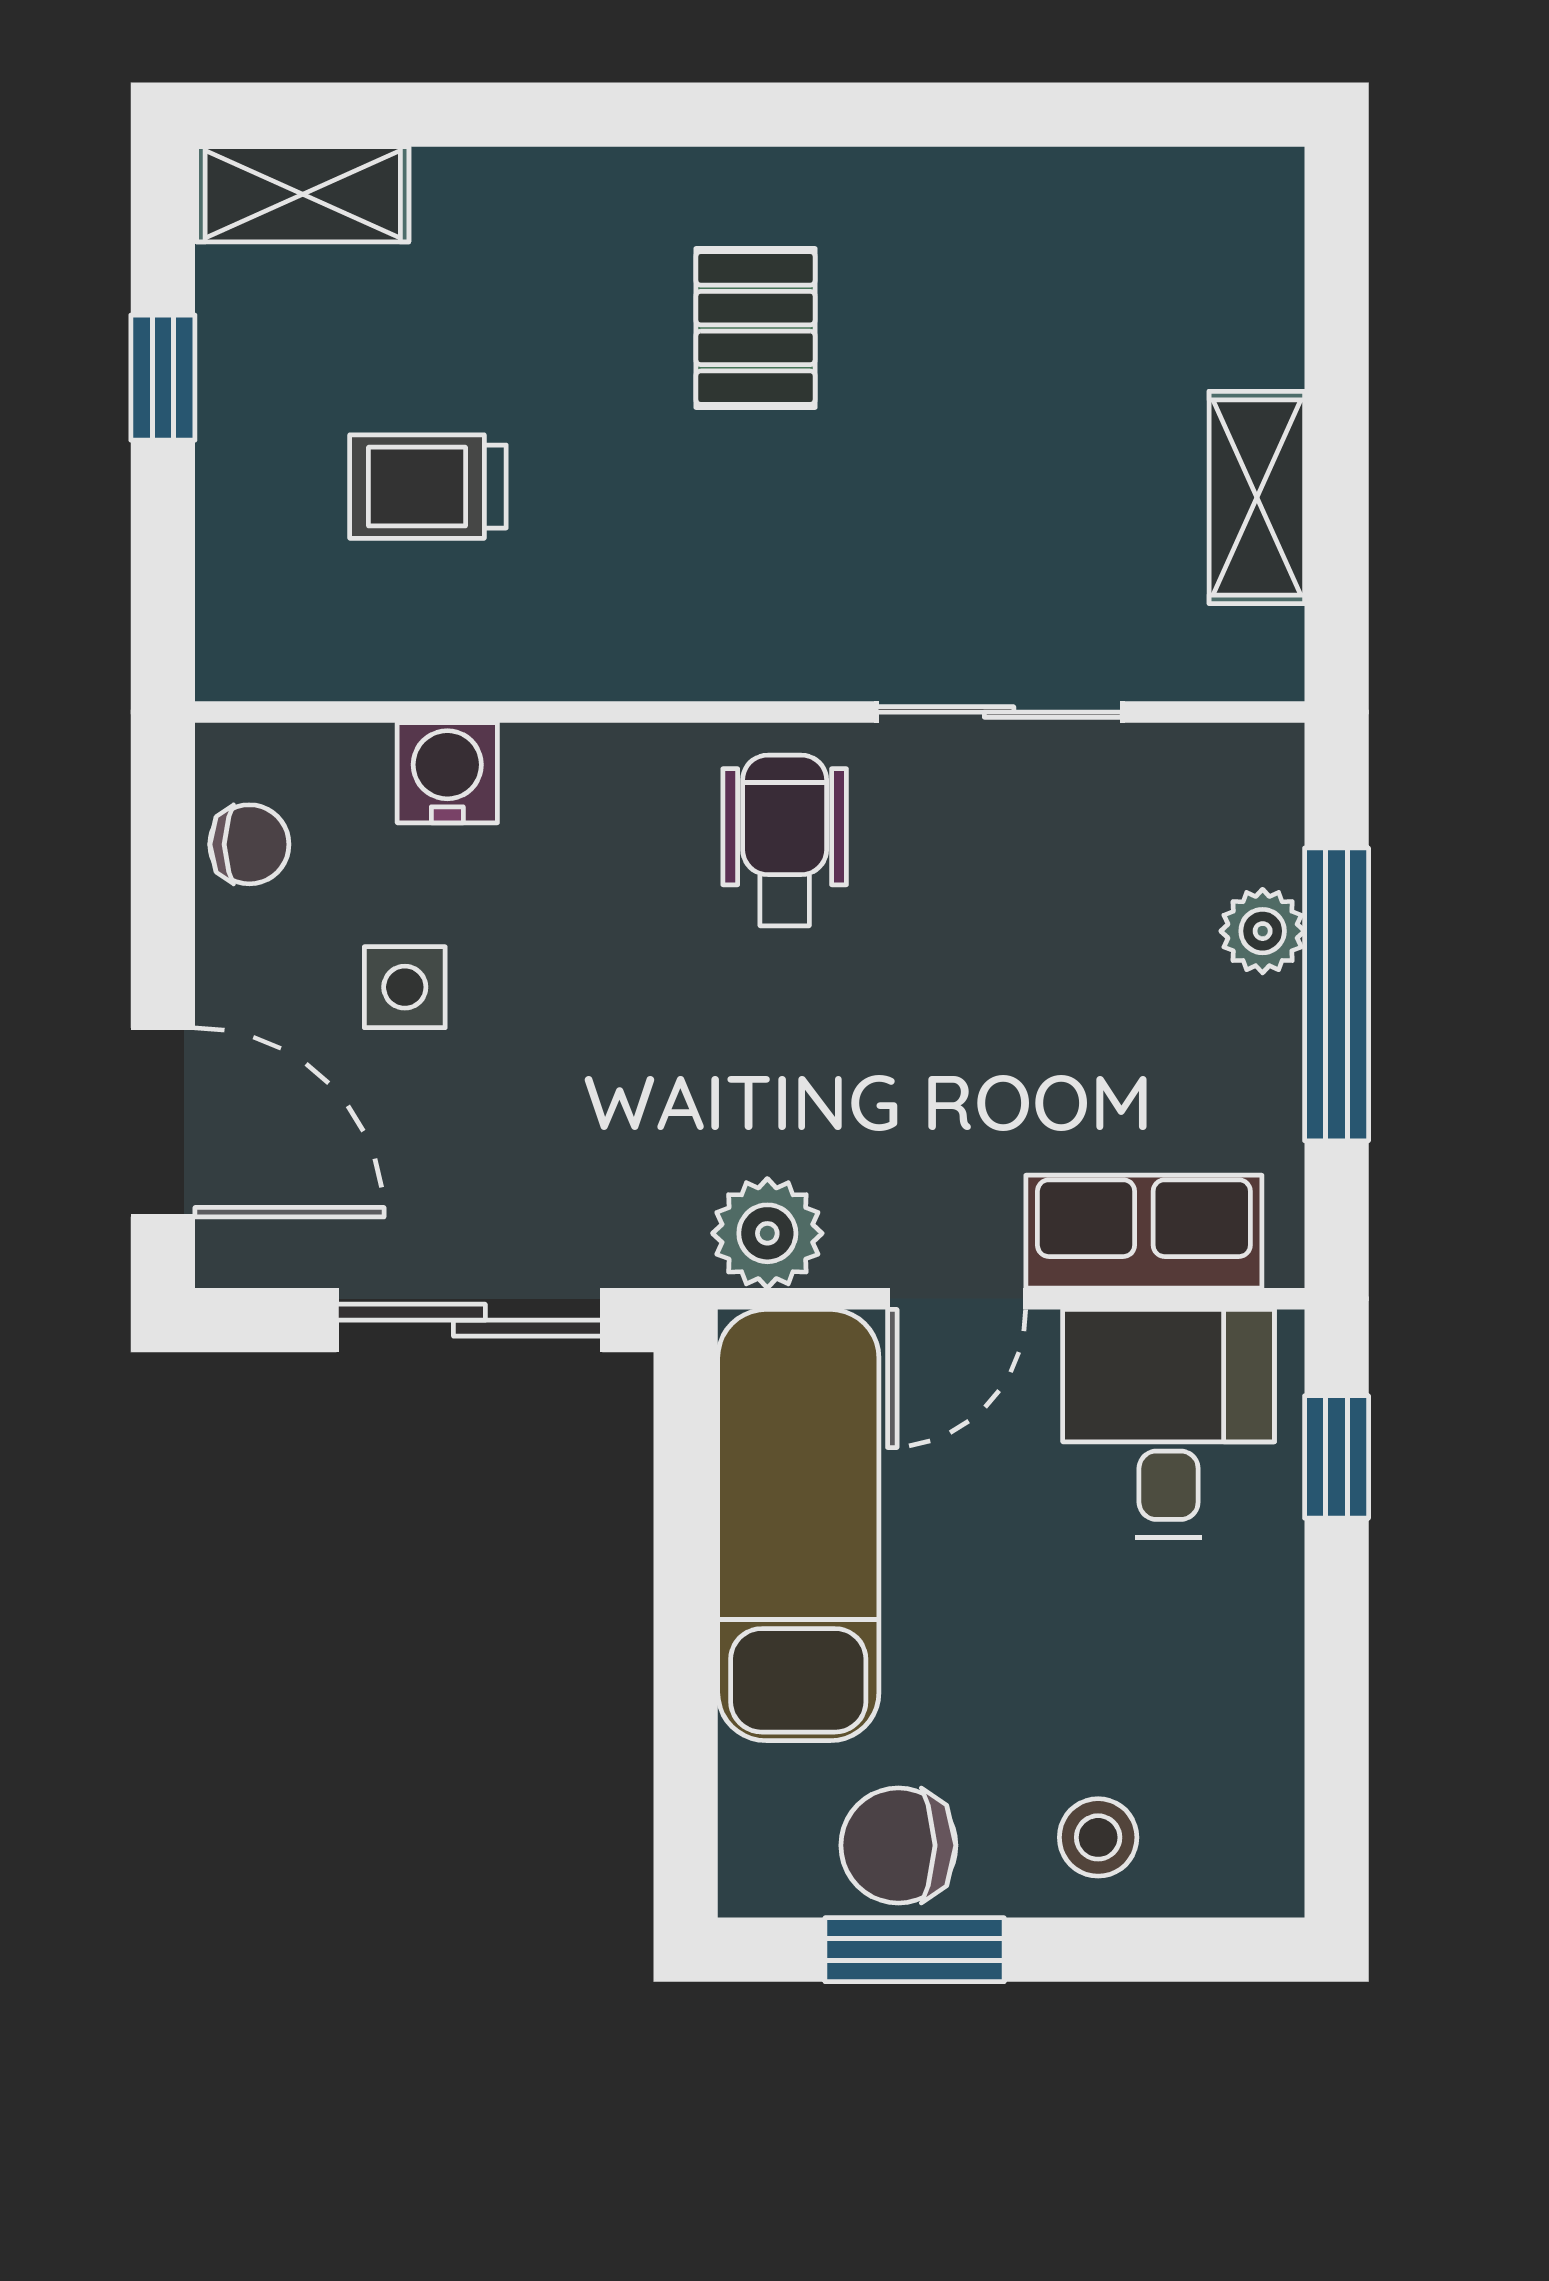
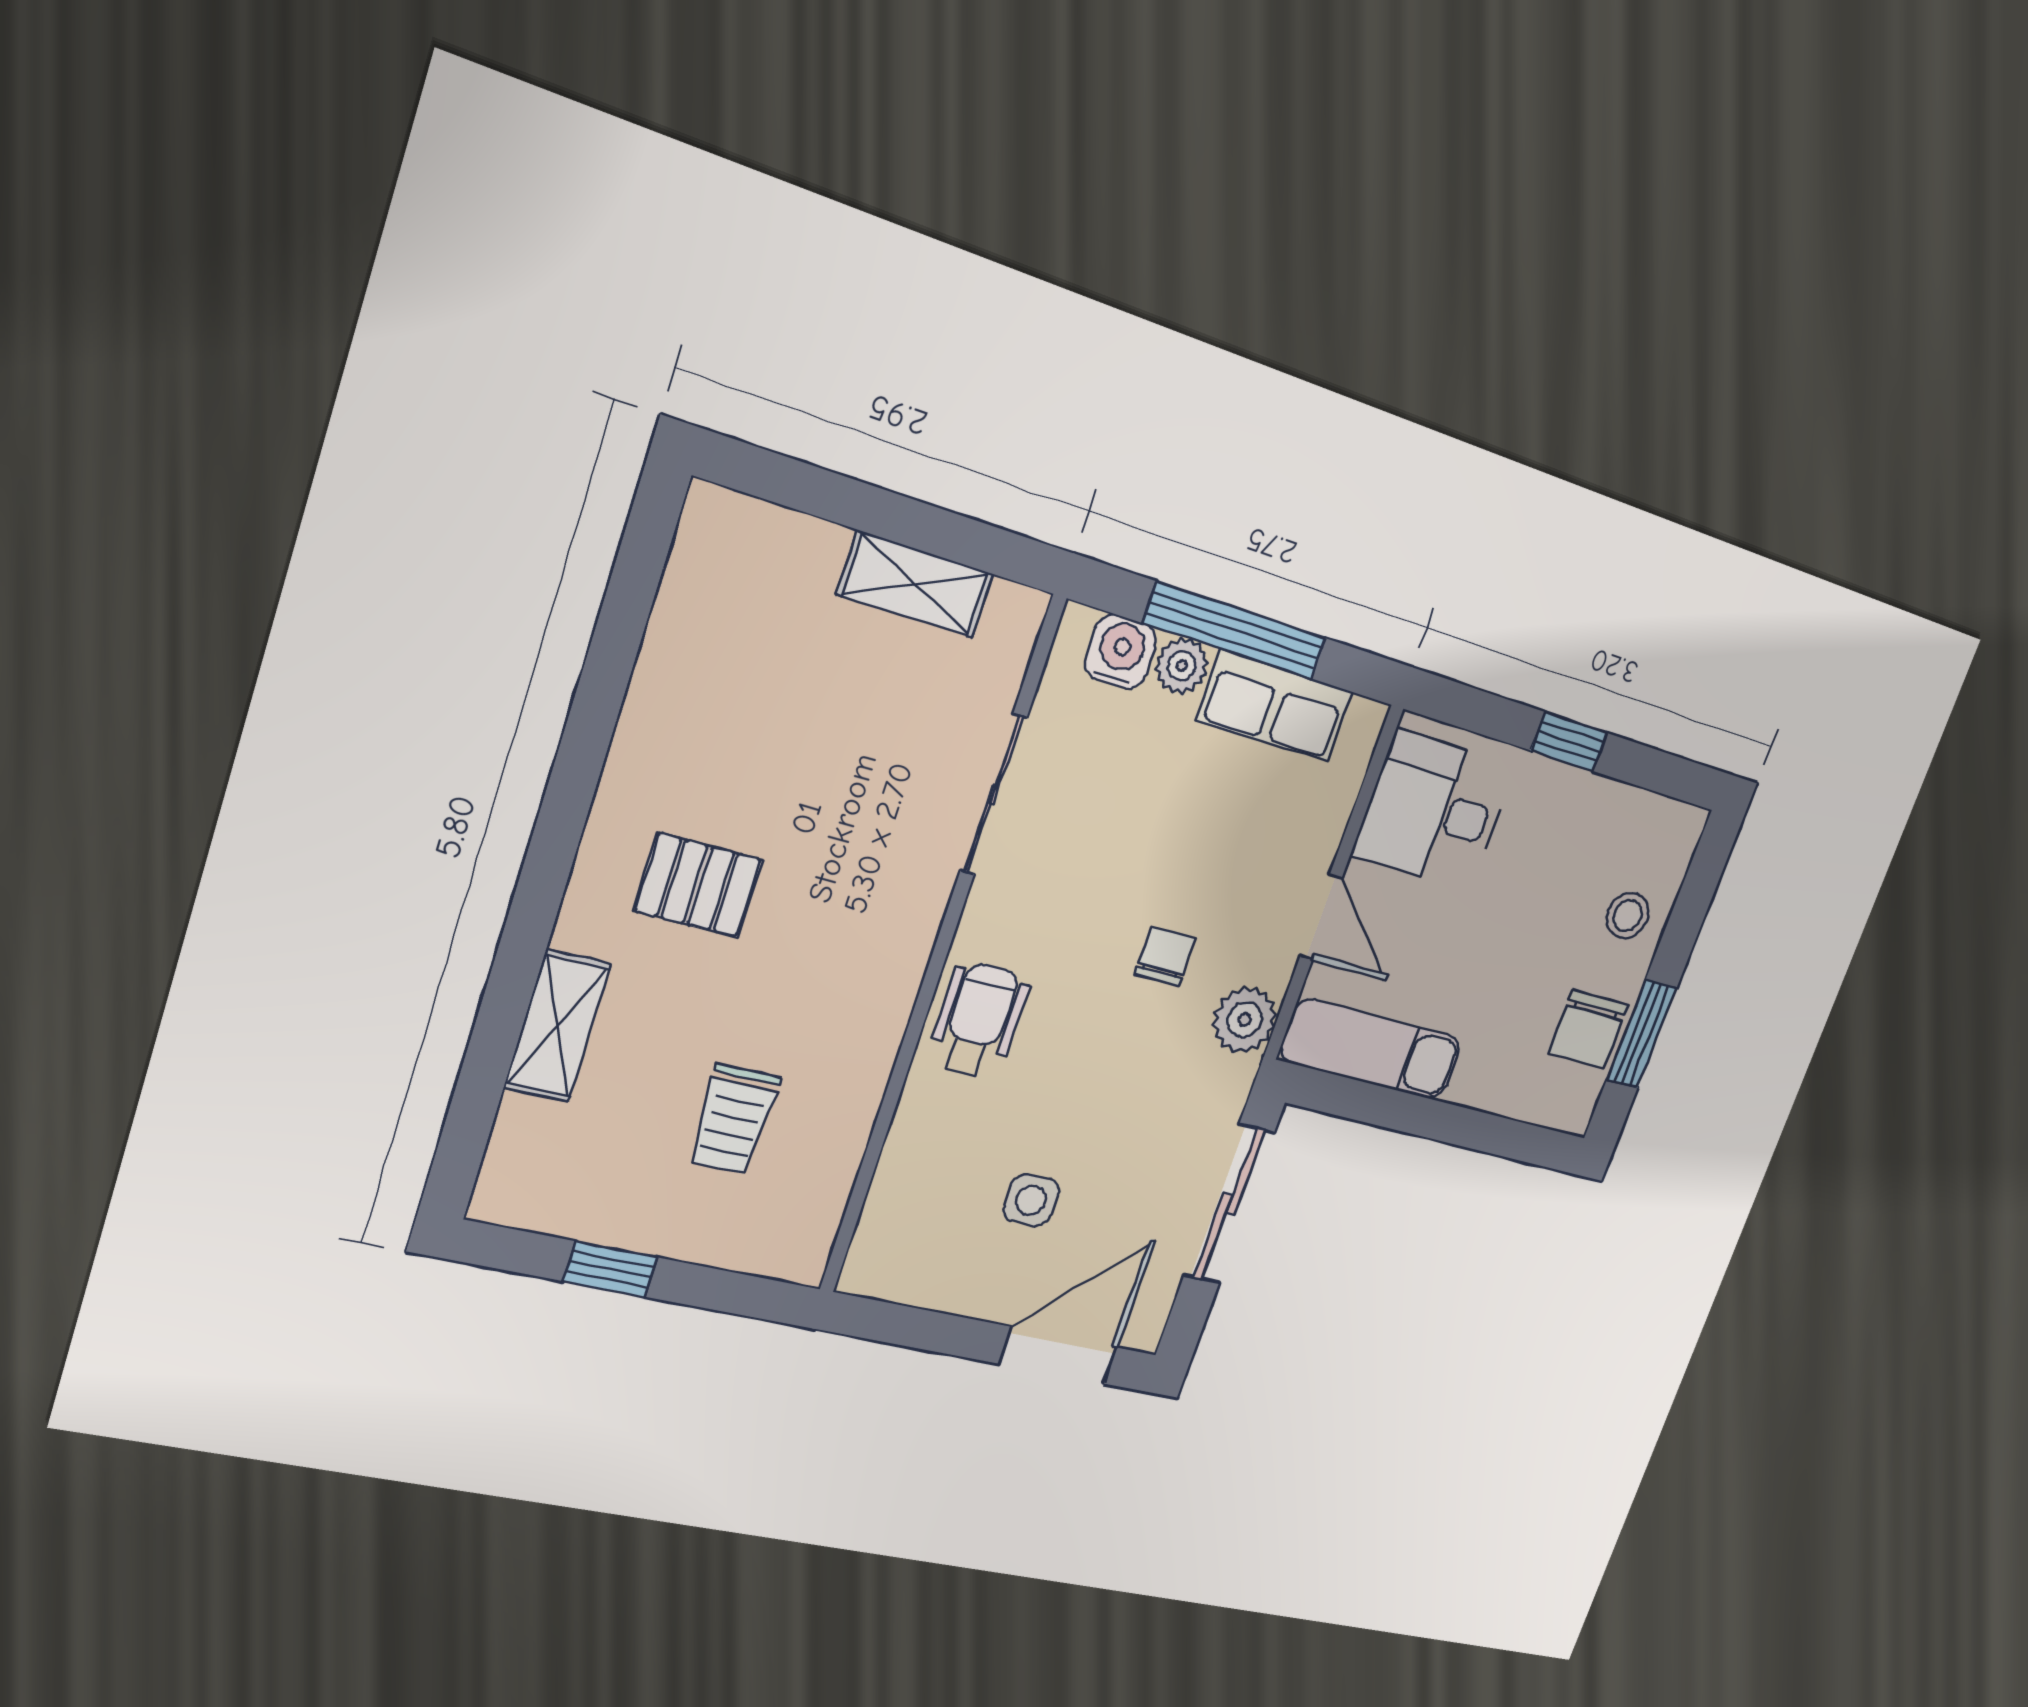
shelving: (303, 194) -> (557, 1026), moved
water cooler: (447, 773) -> (1121, 652), moved, turned 90
wheelchair: (785, 840) -> (978, 1020), moved, turned 90
chair: (249, 844) -> (1165, 957), moved
row of seats: (1144, 1232) -> (1275, 706), moved, turned -90
window: (1337, 1457) -> (1569, 742), moved
exam couch: (798, 1525) -> (1371, 1049), width x0.73, depth x0.69

